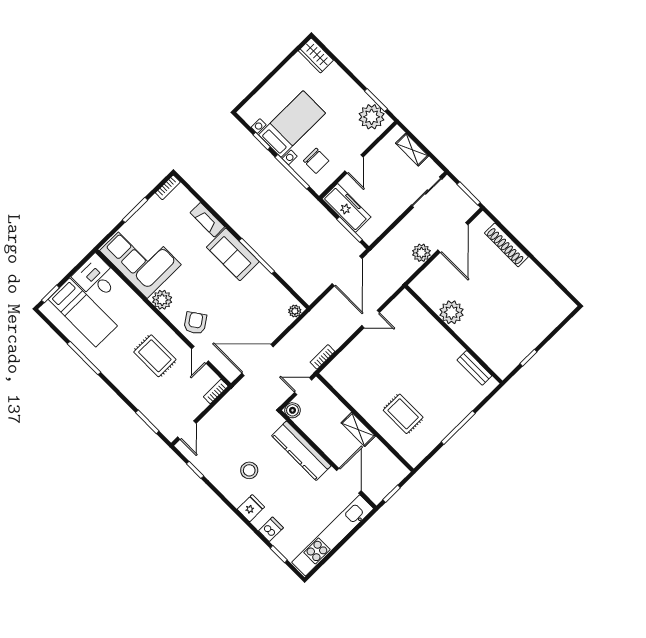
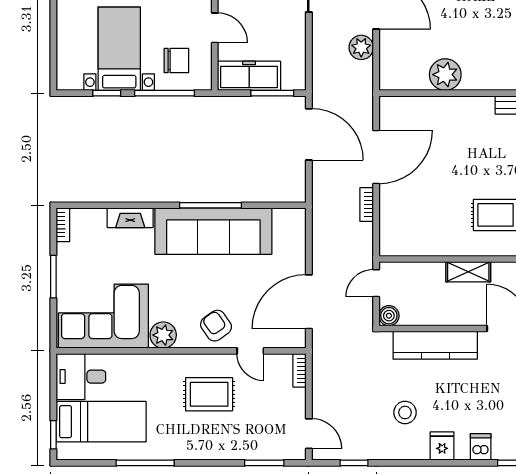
sofa: (233, 254) -> (213, 231), width x1.85, depth x1.27
plant: (295, 311) -> (298, 221), removed
door: (371, 319) -> (376, 157), width x1.88
bookcase: (322, 357) -> (367, 205), moved

